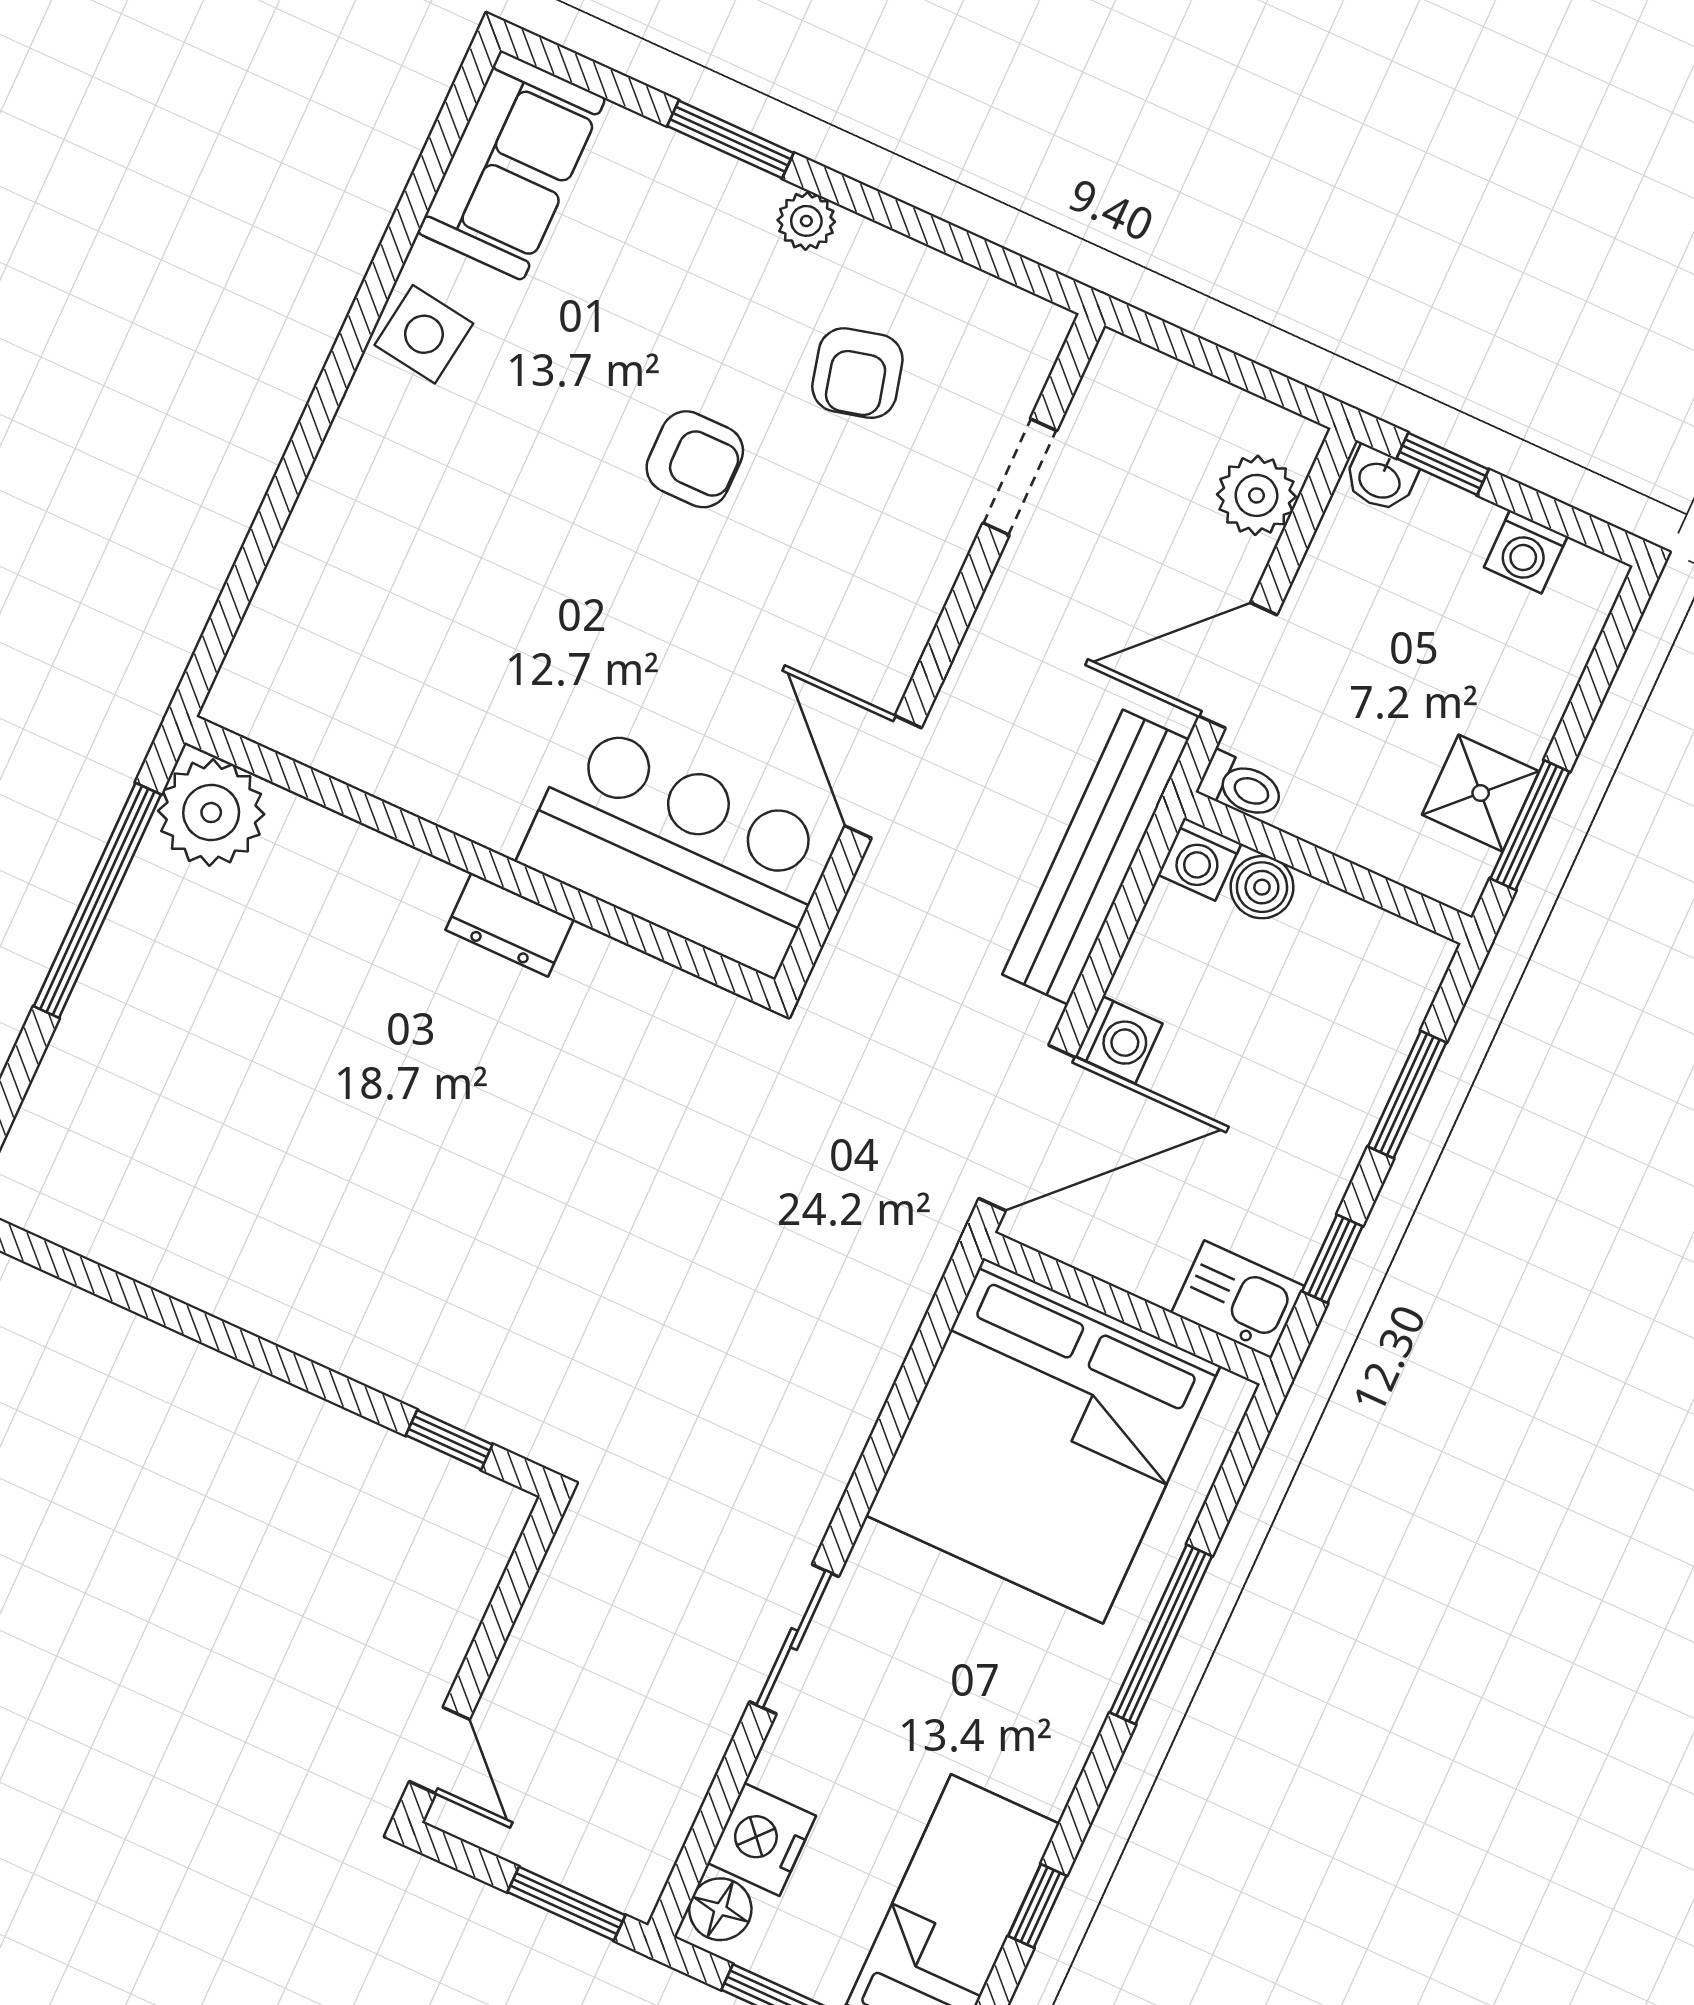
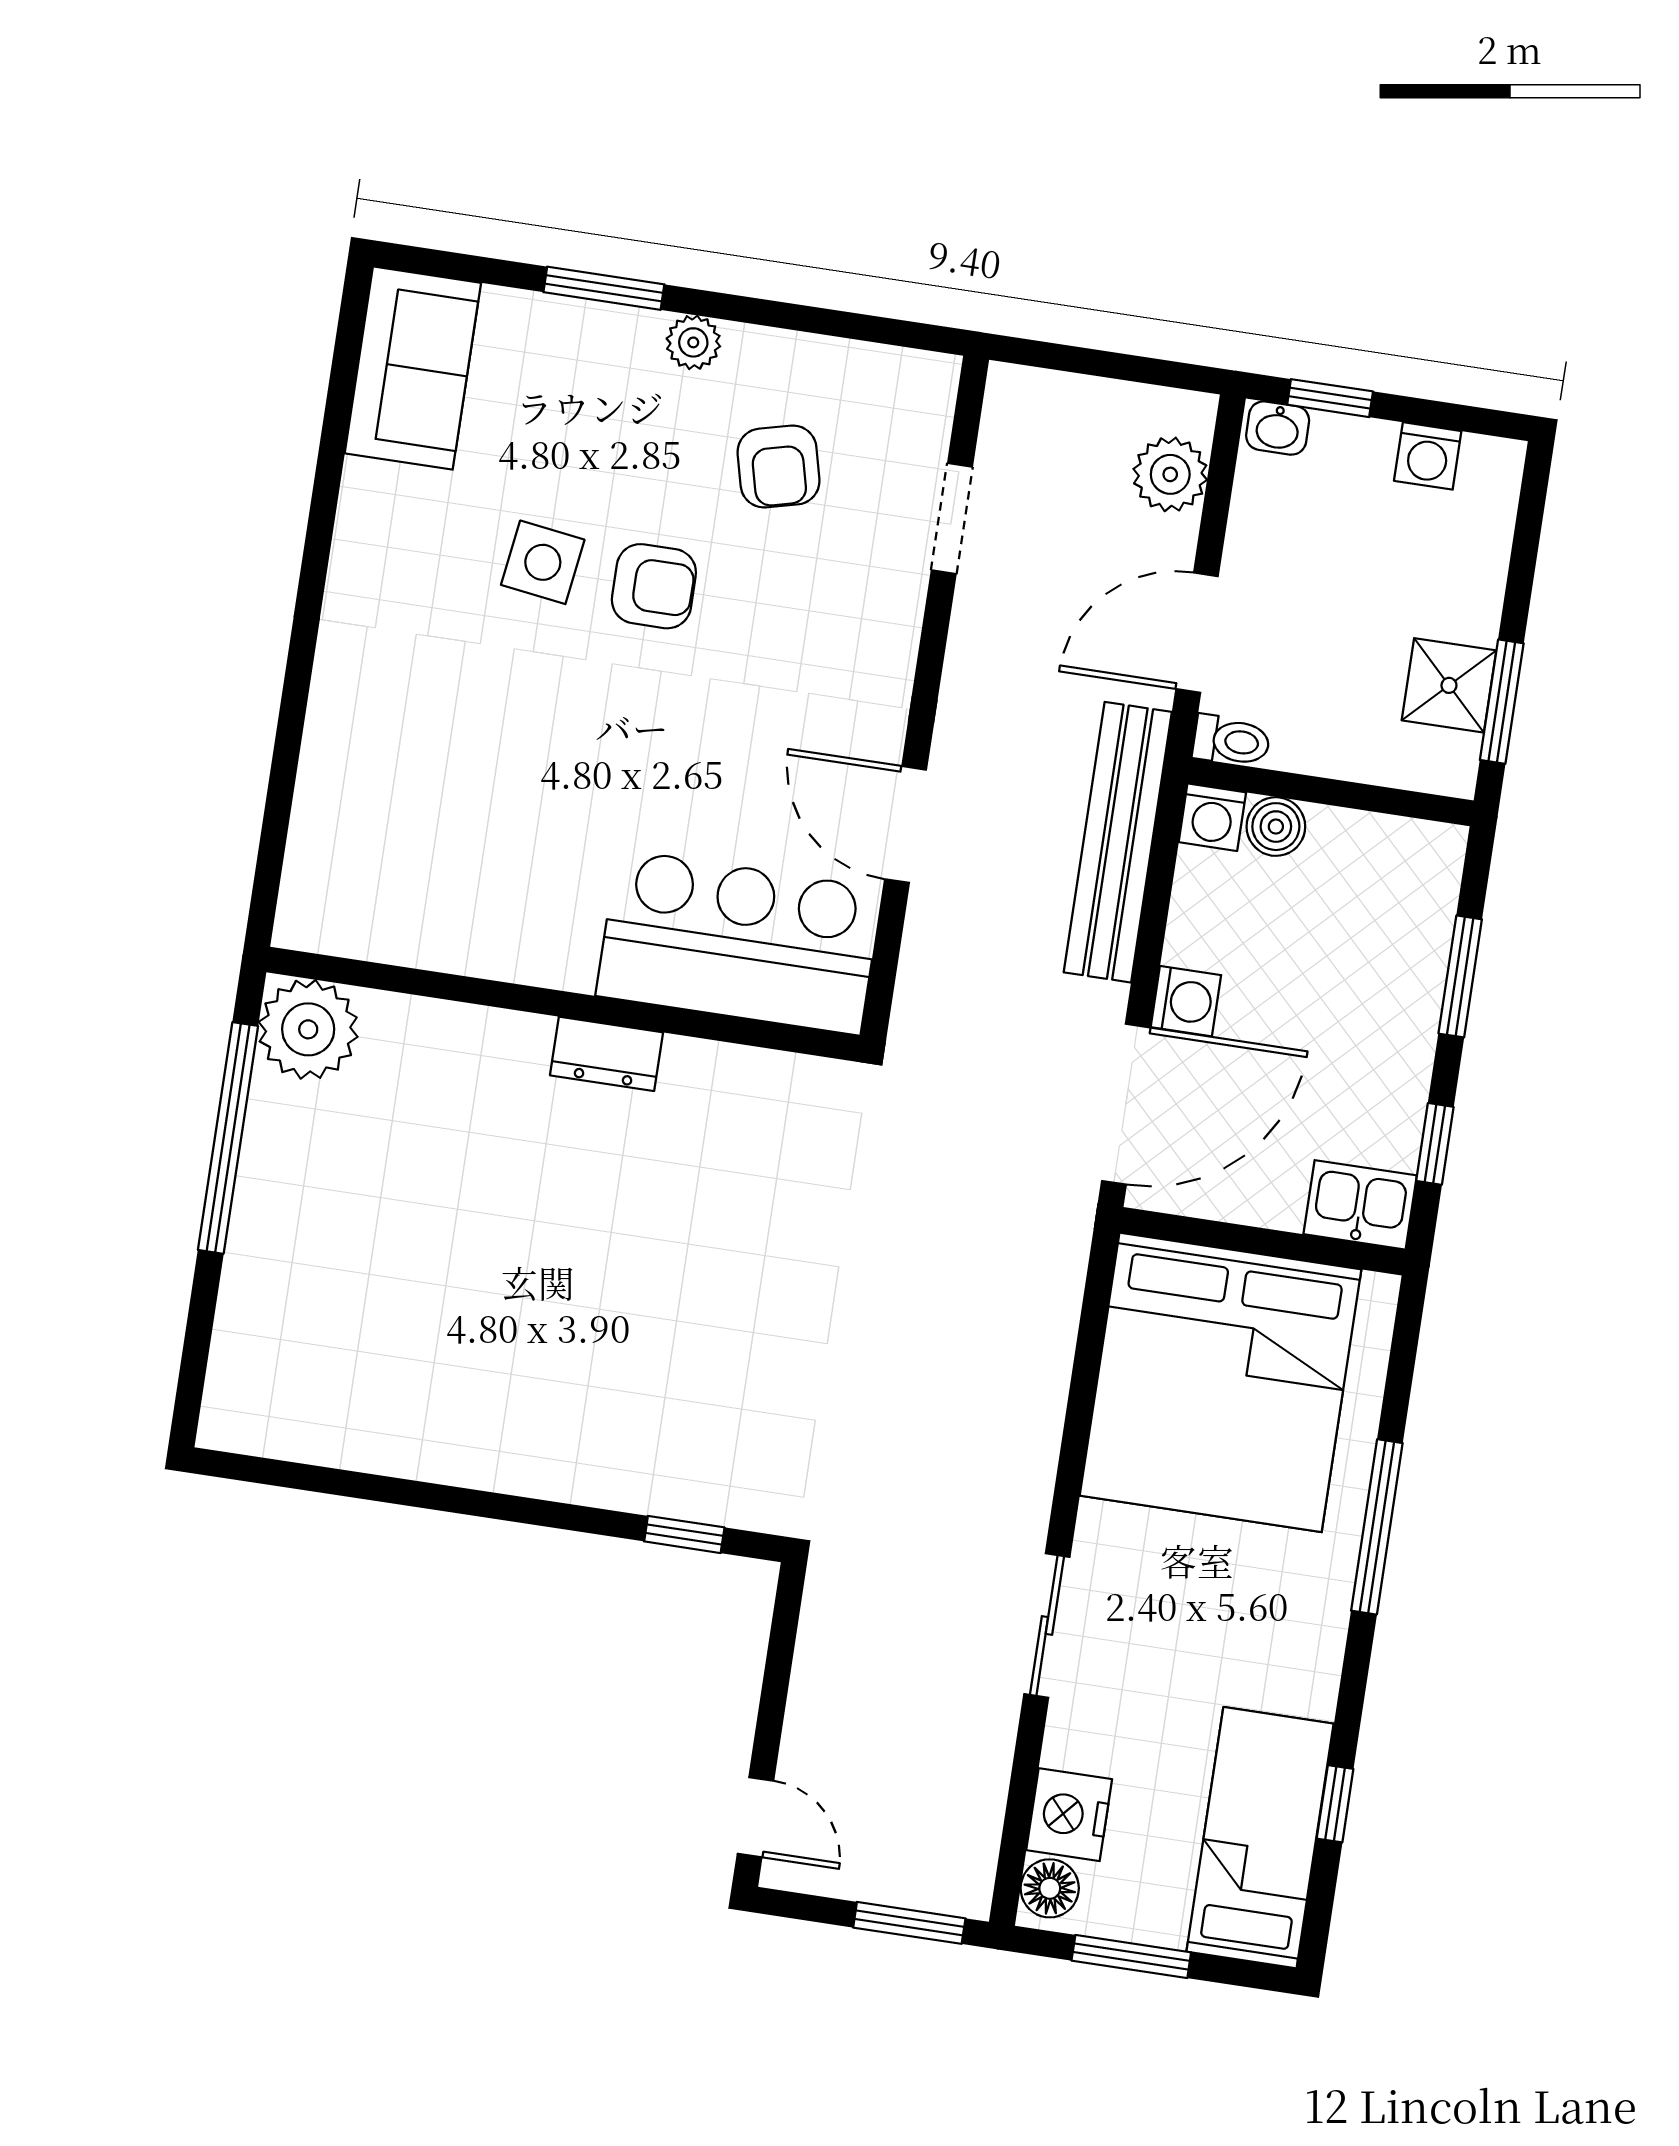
side table: (424, 334) -> (543, 562), moved

